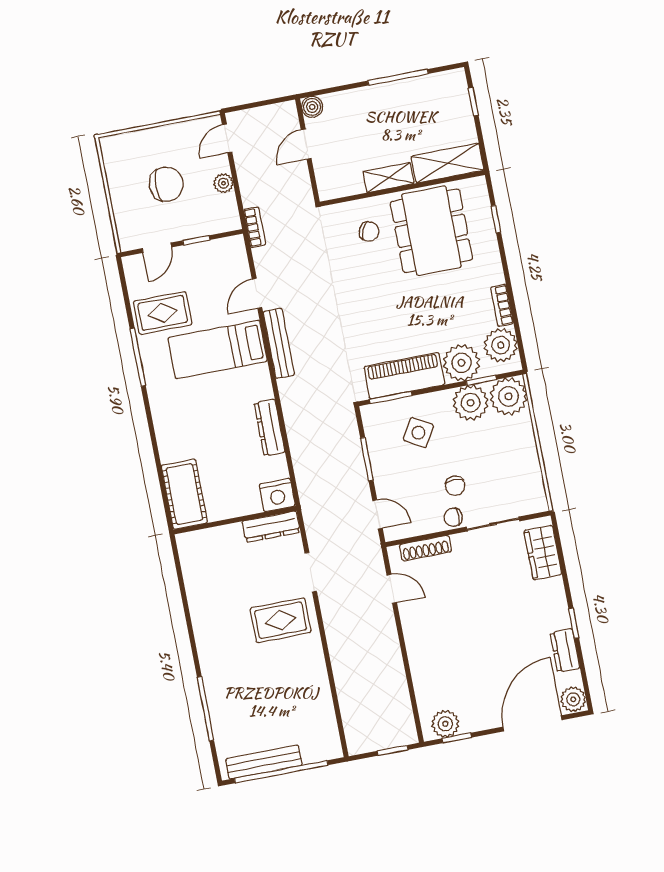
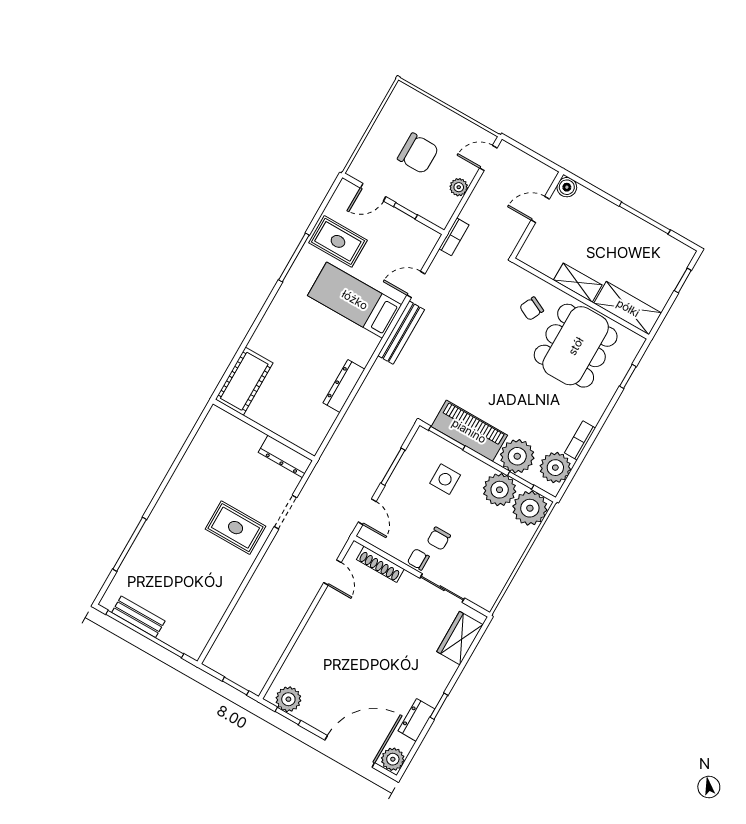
chair: (369, 231) -> (532, 309), turned 92
side table: (418, 433) -> (445, 479), turned -30
nightstand: (277, 495) -> (309, 438), removed
bench: (264, 762) -> (138, 617), width x0.73

